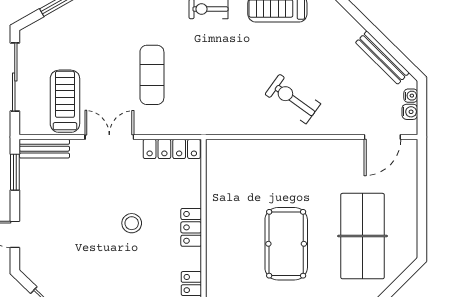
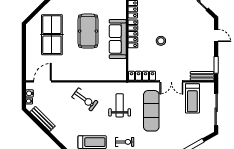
exercise mat: (152, 75) -> (151, 111), width x1.36, depth x1.45
weight bench: (219, 86) -> (120, 105), added
locker: (191, 227) -> (133, 34), width x1.53
sofa: (223, 227) -> (118, 39), added

